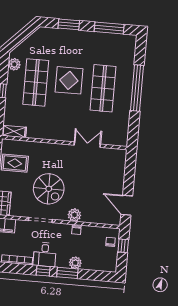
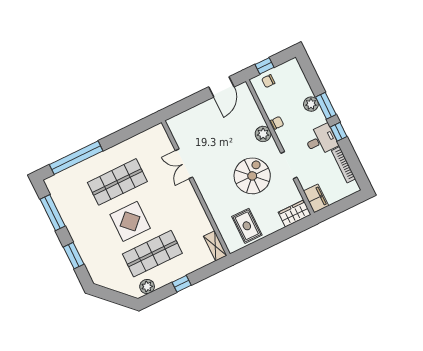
window: (137, 88) -> (76, 158), moved

